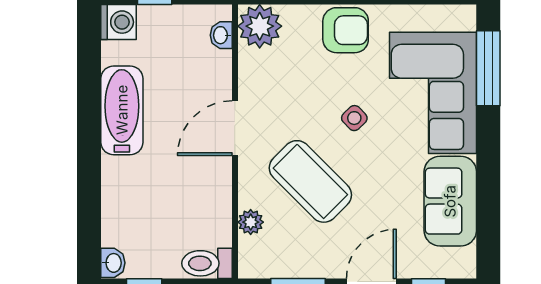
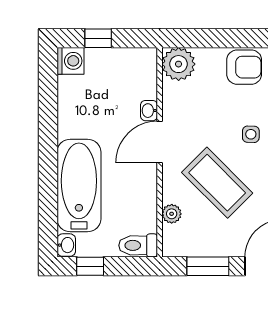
washbasin: (221, 35) -> (149, 111), moved
bathtub: (122, 110) -> (79, 186), moved, width x1.36, depth x1.36
side table: (354, 118) -> (251, 134), turned 45

